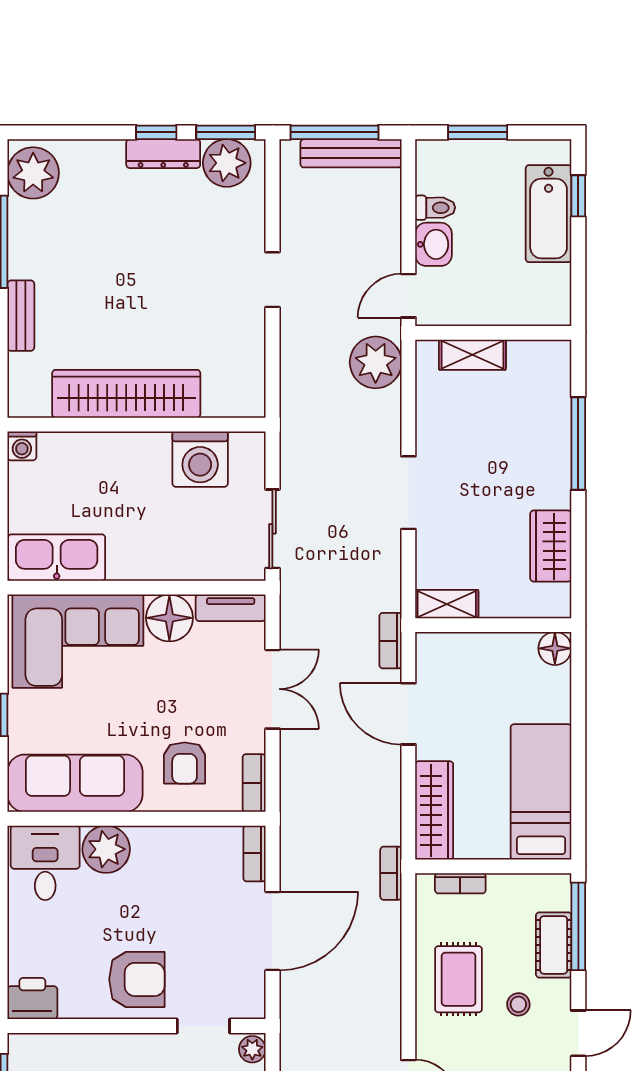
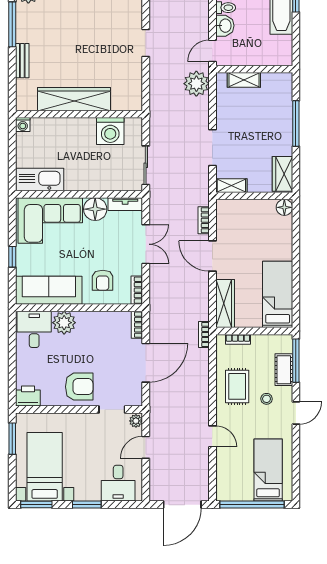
shelving: (447, 604) -> (231, 186), moved
wall: (493, 625) -> (254, 196), moved
floor lamp: (555, 648) -> (284, 207), moved

